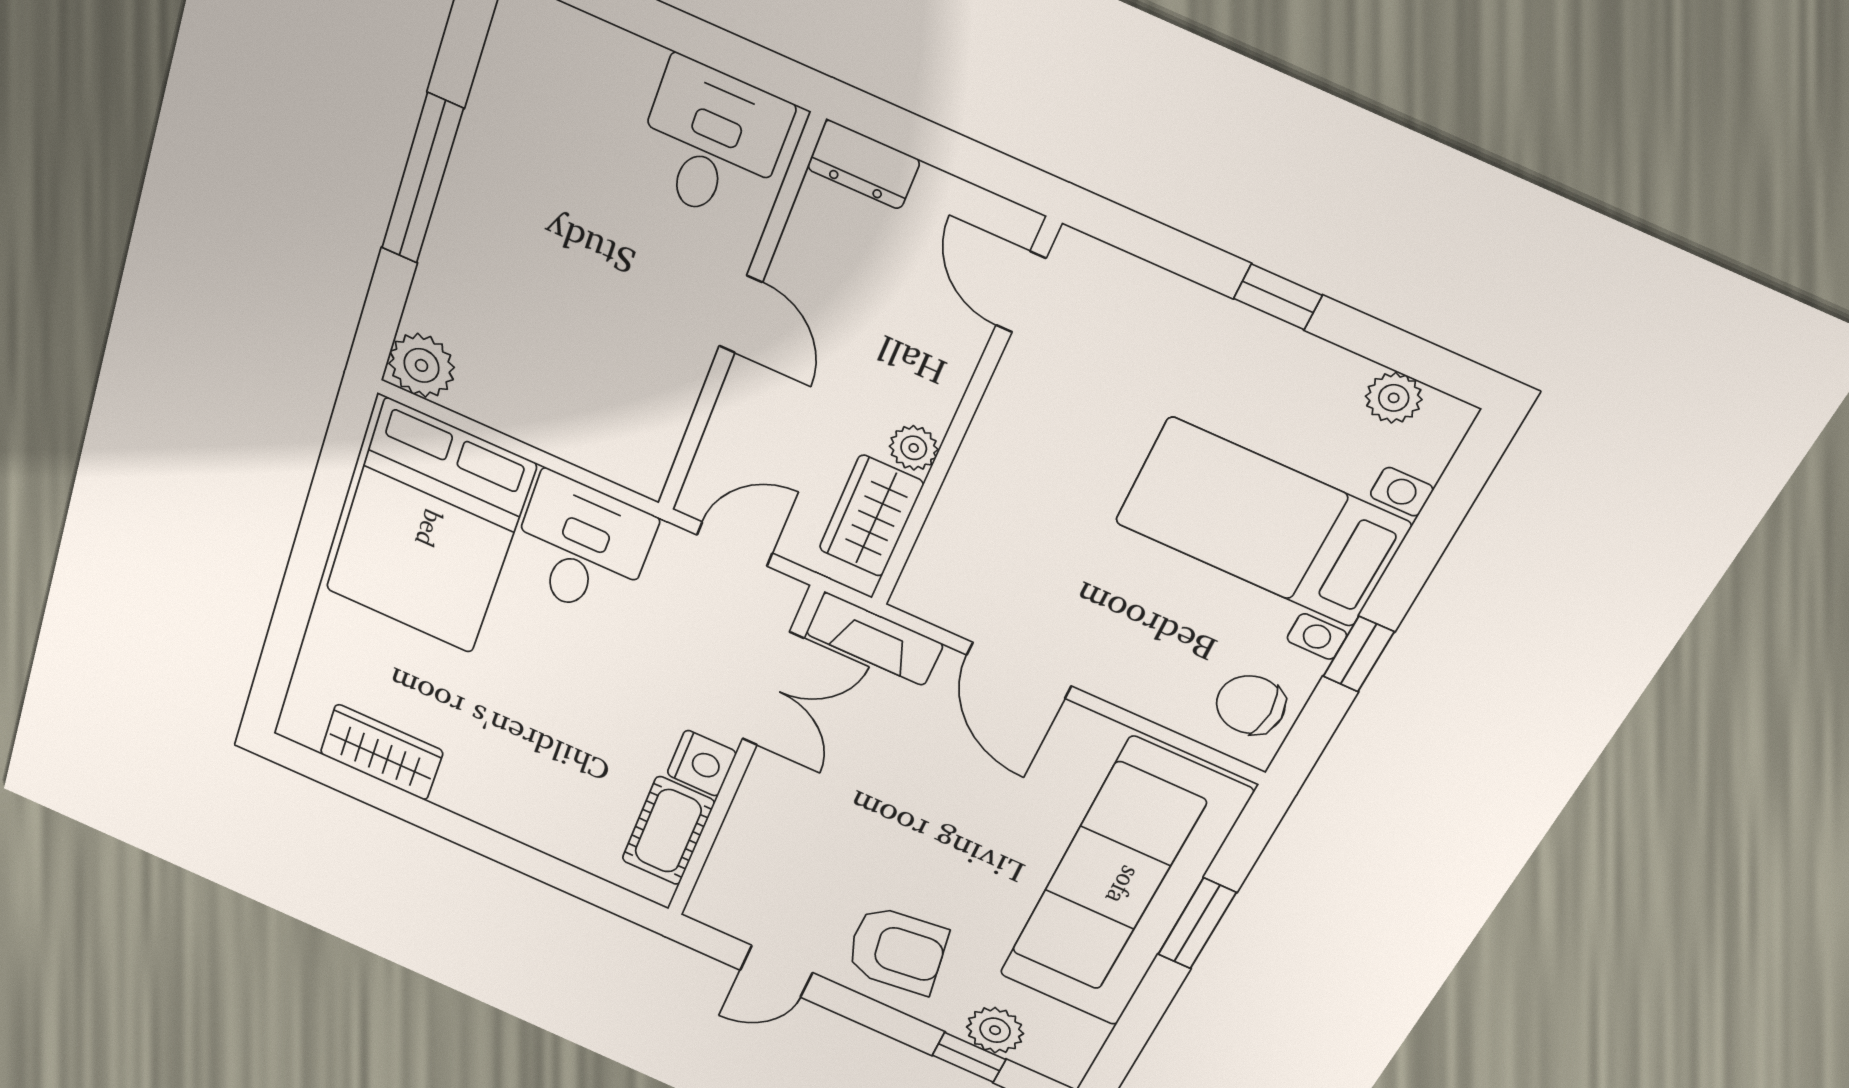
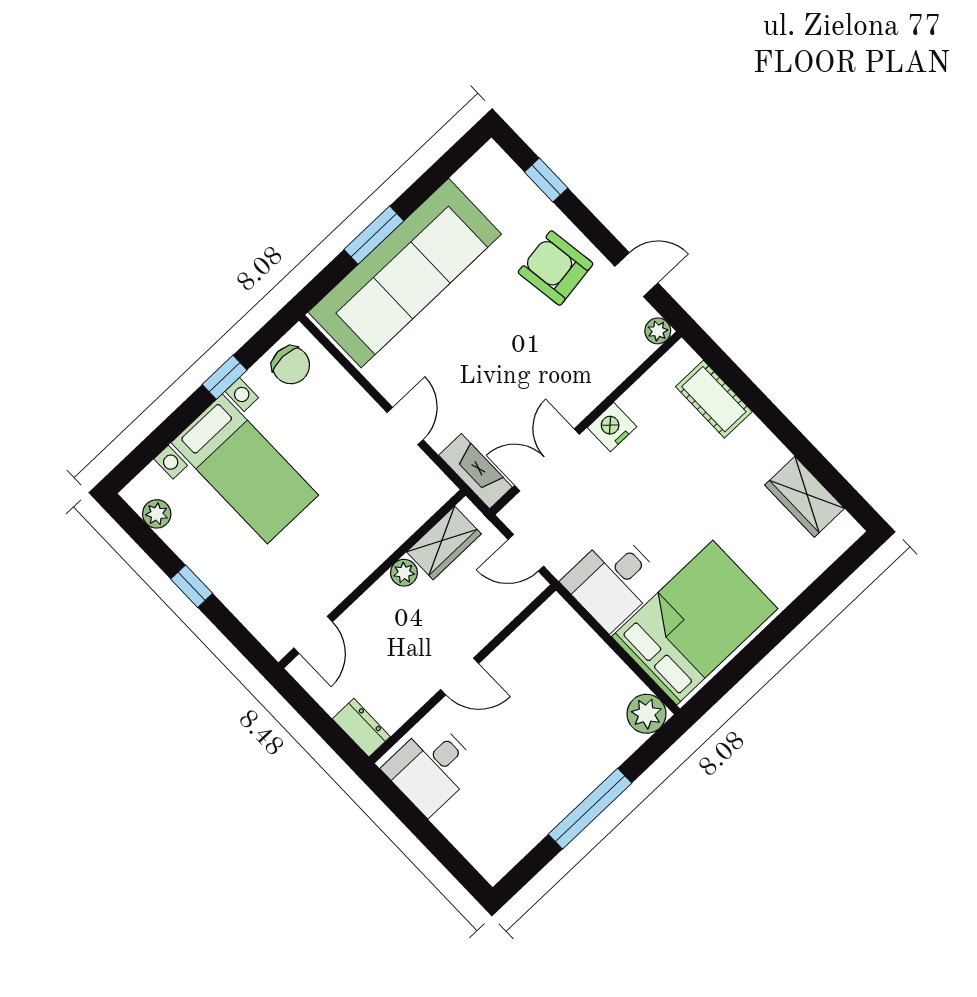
door: (741, 314) -> (460, 676), swing flipped
door: (1019, 670) -> (405, 426), width x0.73
cot: (668, 831) -> (714, 399), moved, turned 90
plant: (995, 1030) -> (658, 331), moved, width x0.73, depth x0.73

